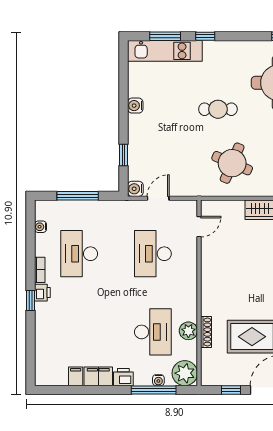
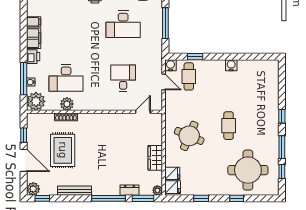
window: (165, 36) -> (282, 147), moved
kitchen unit: (165, 51) -> (271, 87), removed
cafe table: (151, 164) -> (189, 76), added
door: (199, 227) -> (143, 112), swing flipped
desk: (79, 254) -> (123, 24), turned 180
desk: (153, 254) -> (123, 78), width x0.73

